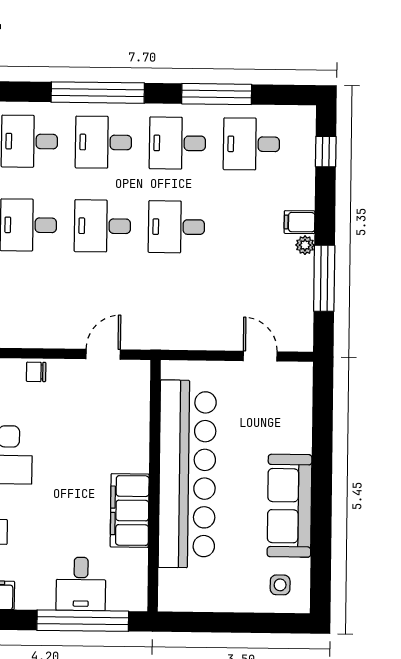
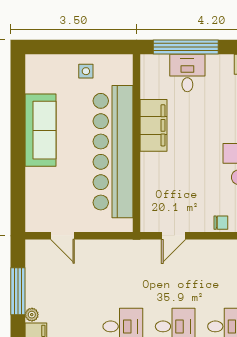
side table: (280, 585) -> (86, 71), moved

